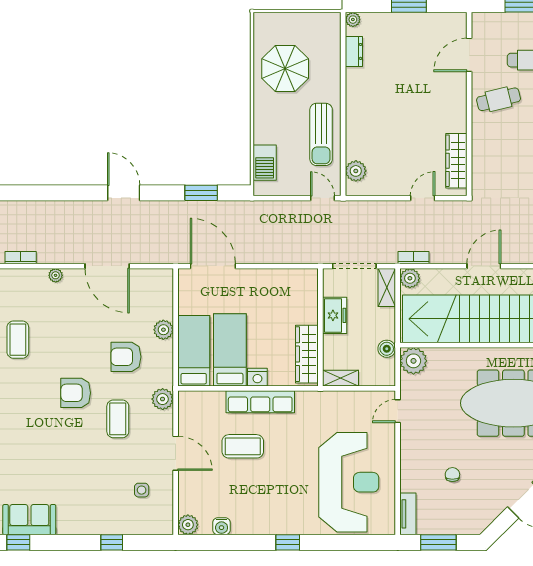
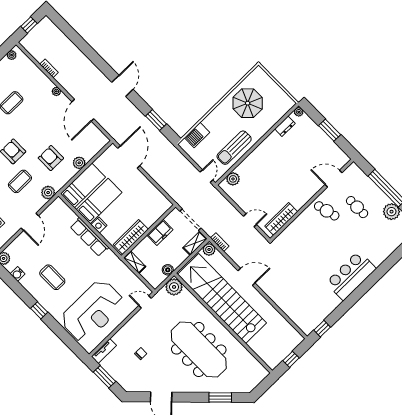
coffee table: (243, 446) -> (52, 277), moved

